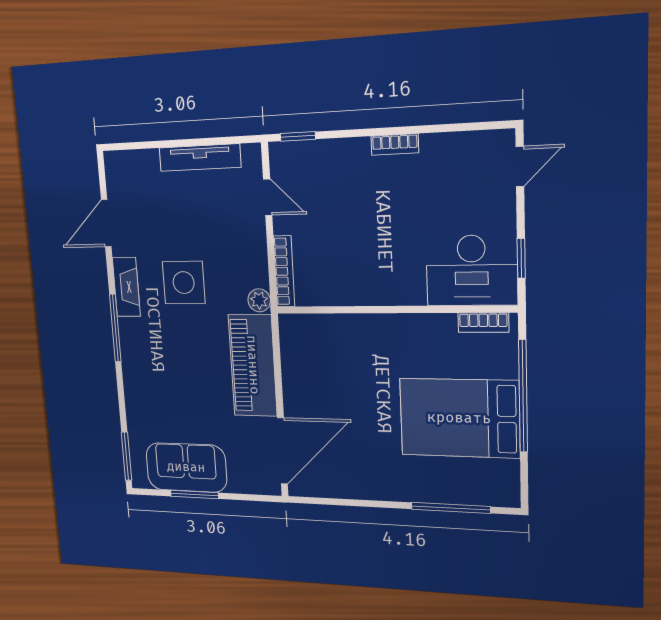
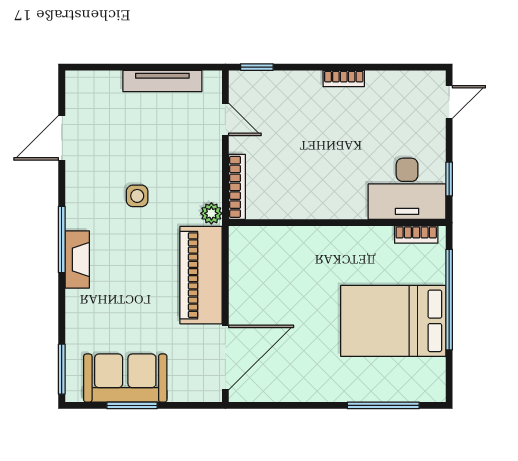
side table: (184, 283) -> (137, 196), width x0.54, depth x0.54
fireplace: (126, 287) -> (77, 259), moved

